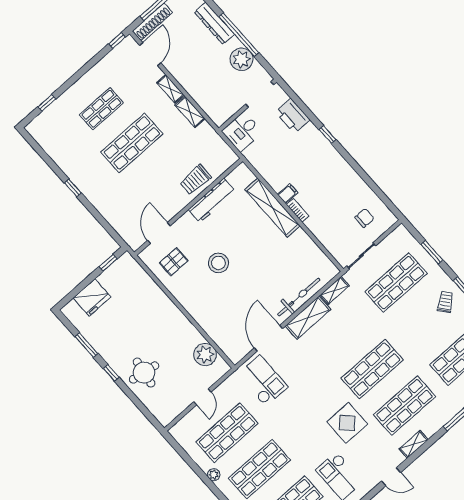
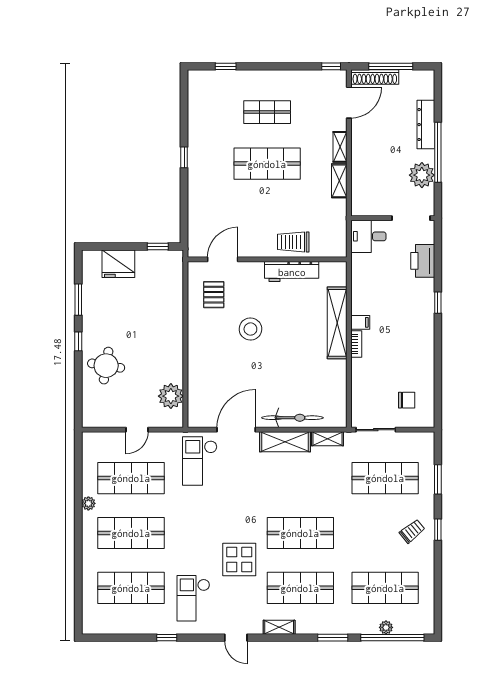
pallet: (174, 262) -> (214, 295), turned 90
checkout: (263, 381) -> (200, 461), turned 180

